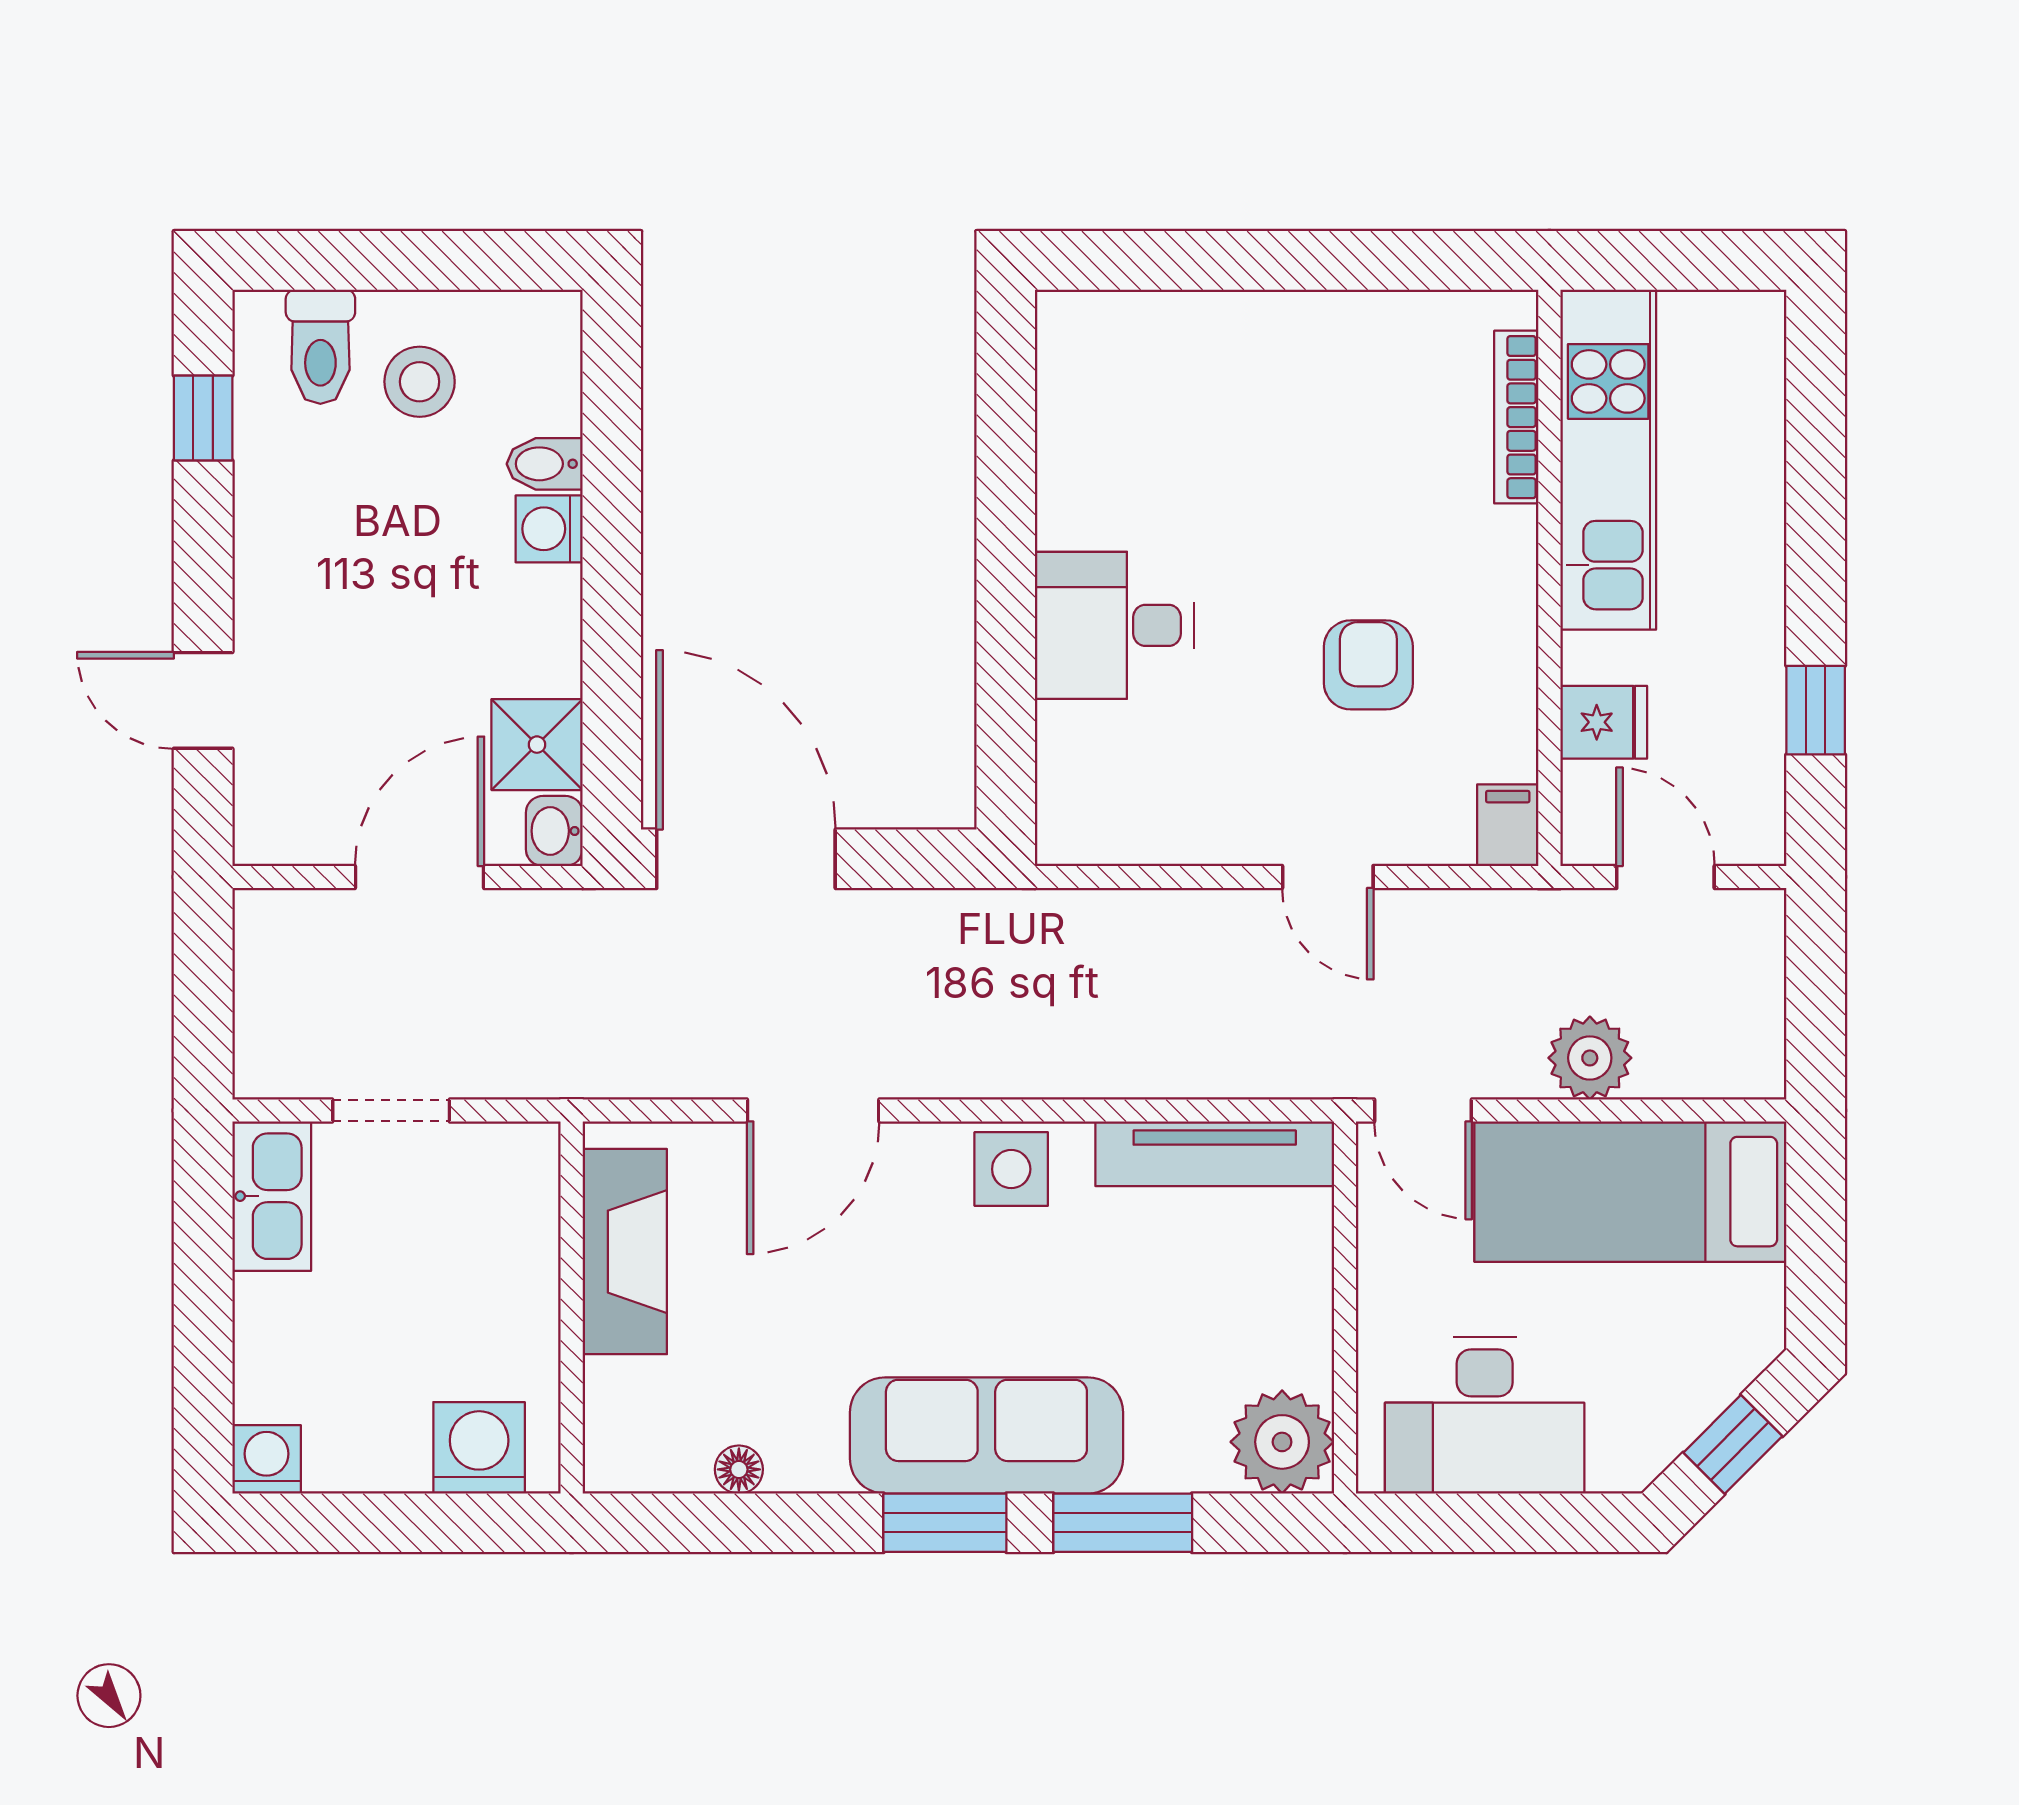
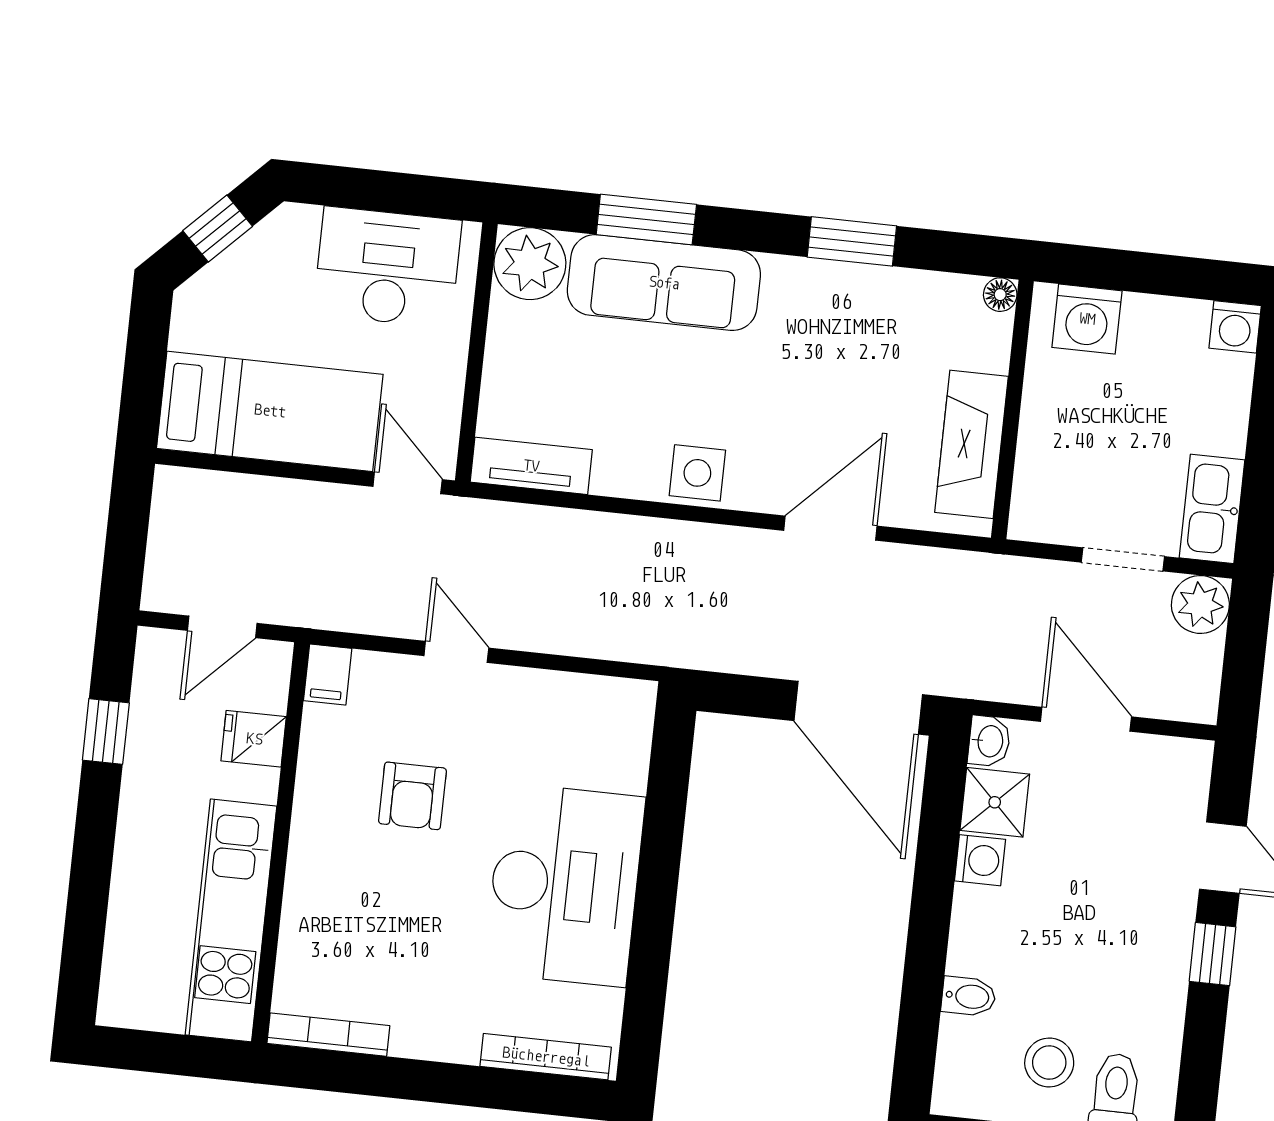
bookcase: (1139, 313) -> (546, 1057), added
bookcase: (1516, 417) -> (328, 1035), moved, turned -90
window: (203, 418) -> (1213, 954), moved
washing machine: (549, 529) -> (980, 860), moved
desk: (1114, 625) -> (564, 885), width x1.87, depth x1.30
door: (420, 877) -> (1086, 719), swing flipped
door: (1665, 877) -> (222, 627), hinge flipped
plant: (1590, 1058) -> (1200, 605), moved
tv unit: (1215, 1154) -> (531, 466), width x0.71
sofa: (986, 1435) -> (664, 283), moved
floor lamp: (739, 1469) -> (1000, 295), moved
window: (945, 1523) -> (852, 241), moved

